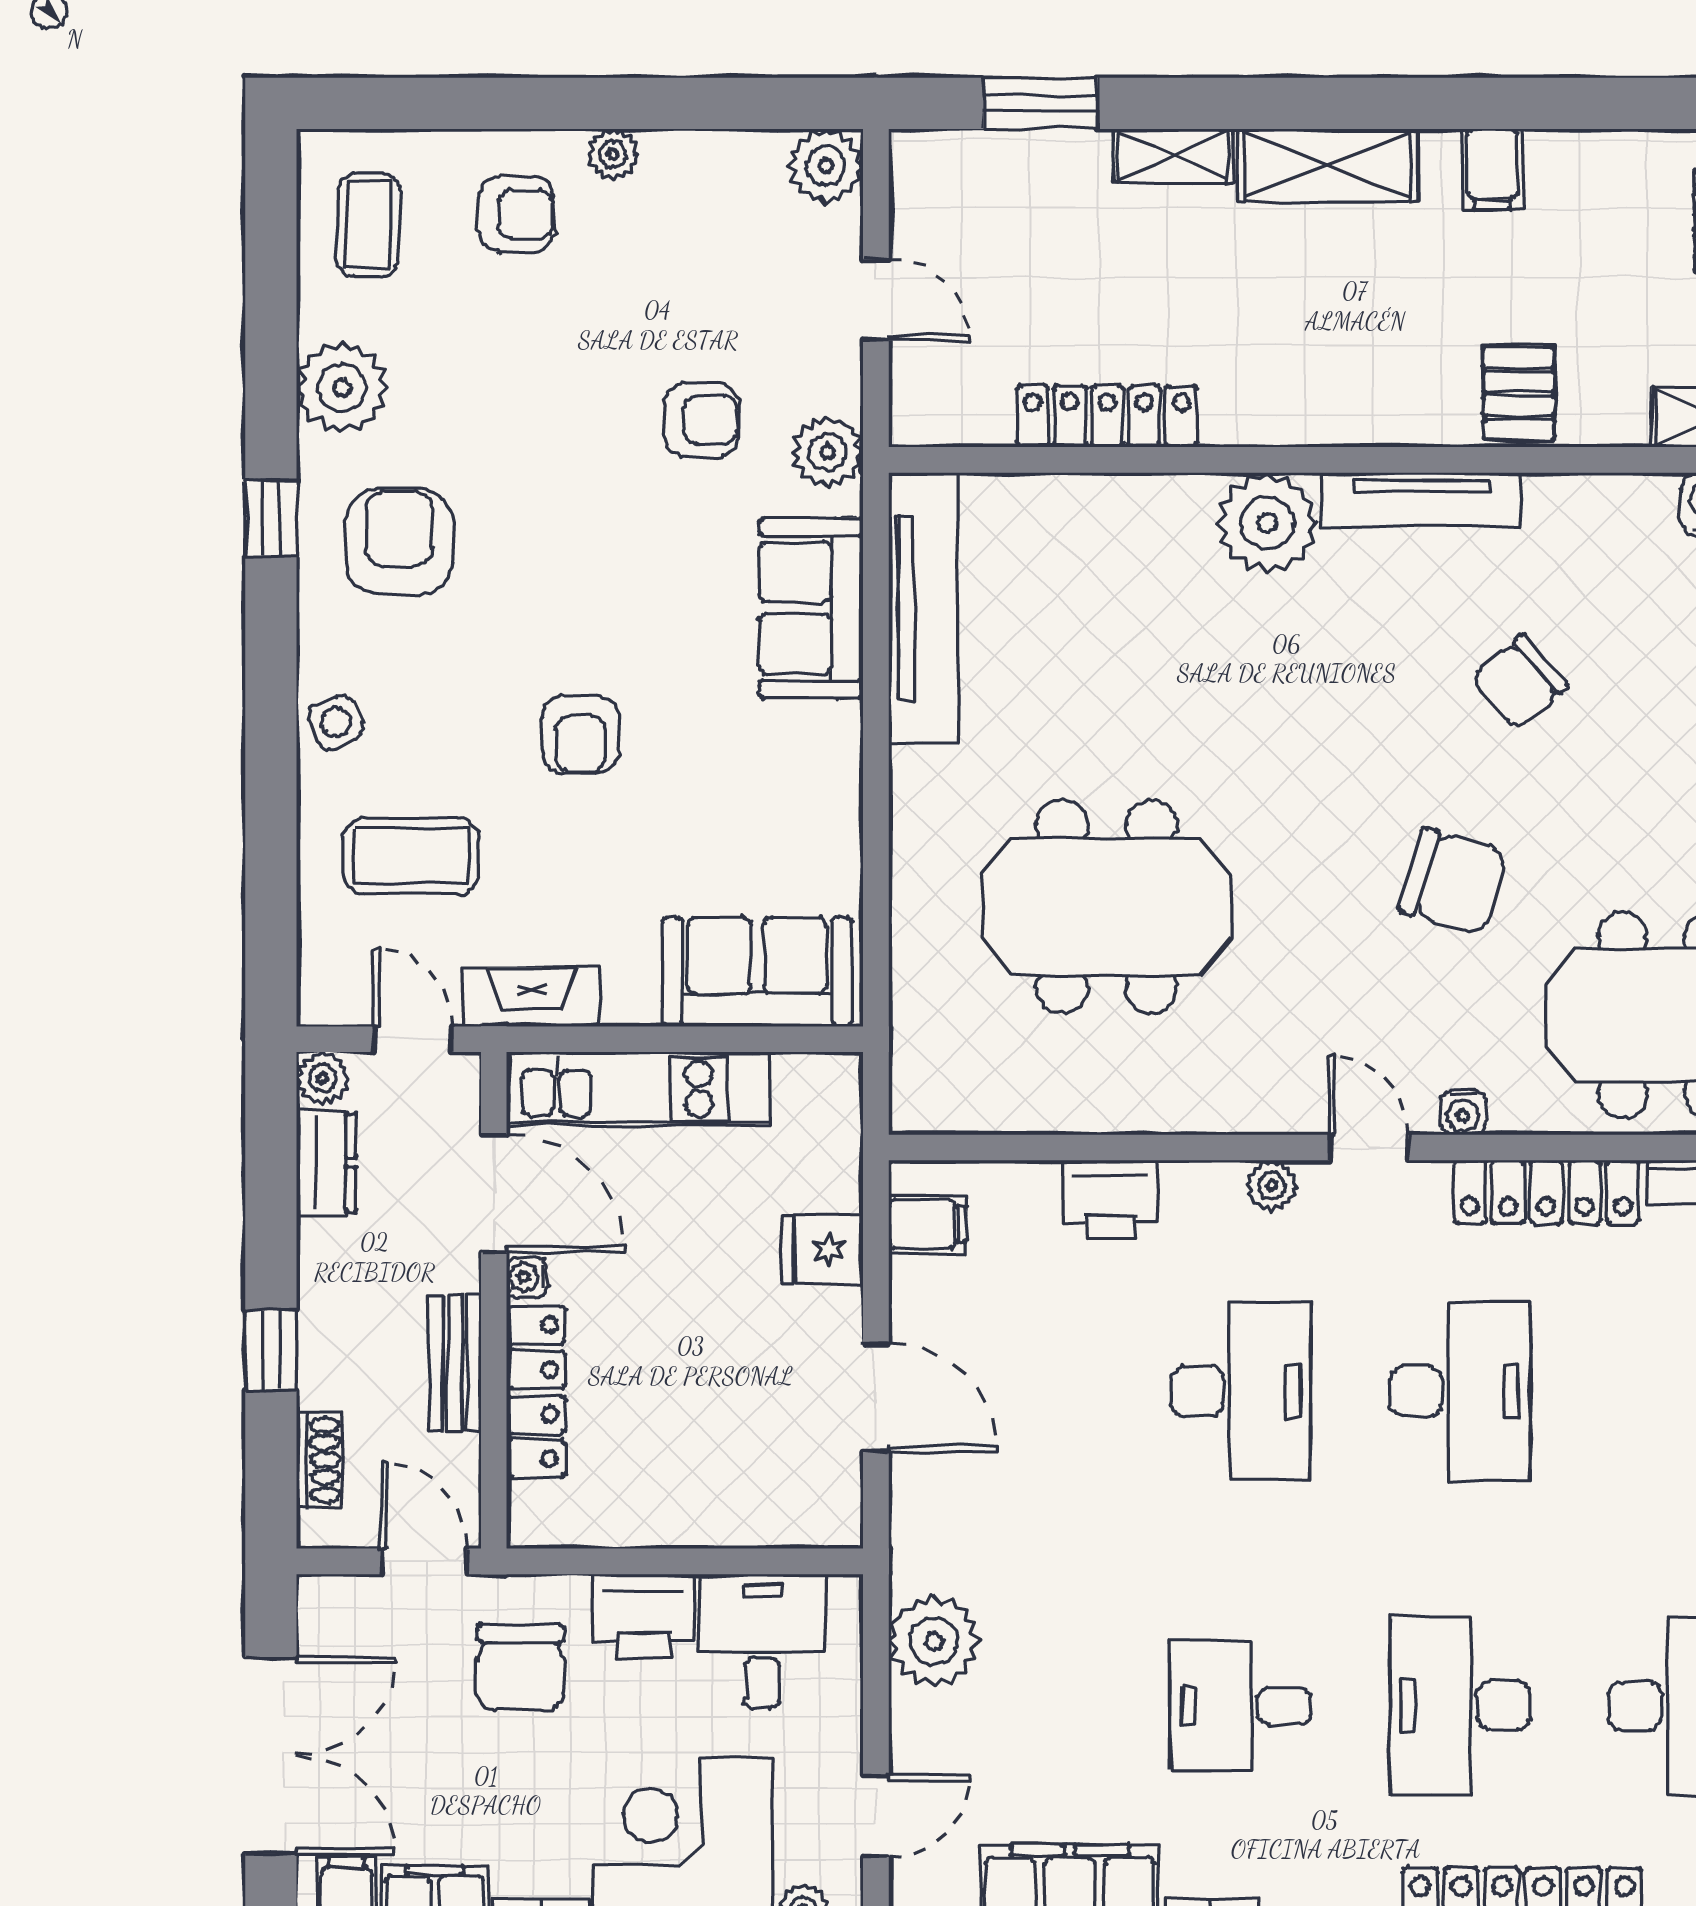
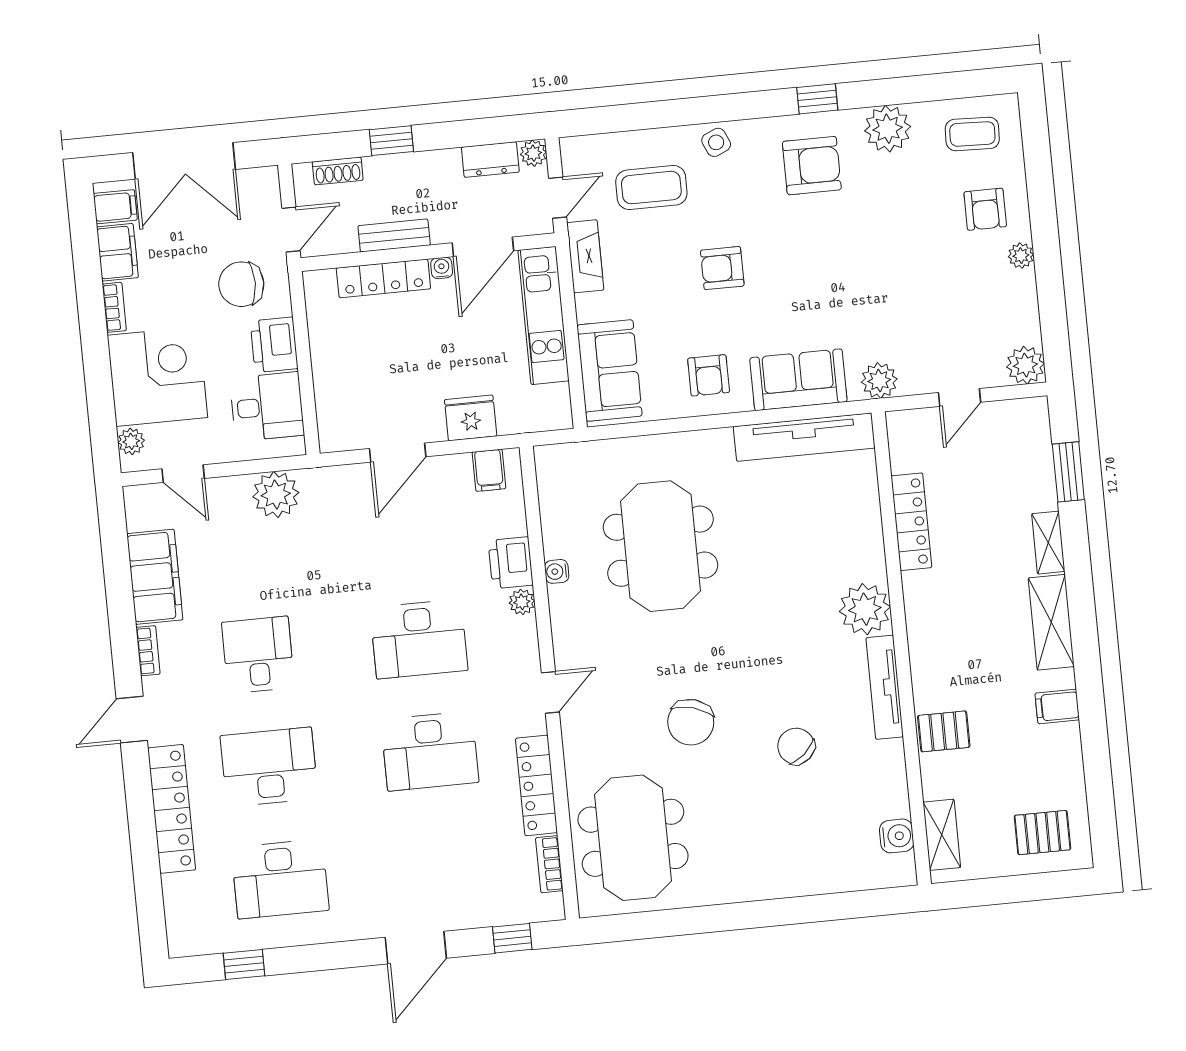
armchair: (702, 420) -> (709, 375), moved
coffee table: (411, 856) -> (651, 188), turned 90
water cooler: (1463, 1112) -> (557, 571), moved
plant: (1272, 1186) -> (522, 602), moved
fridge: (822, 1250) -> (471, 418), width x1.38

